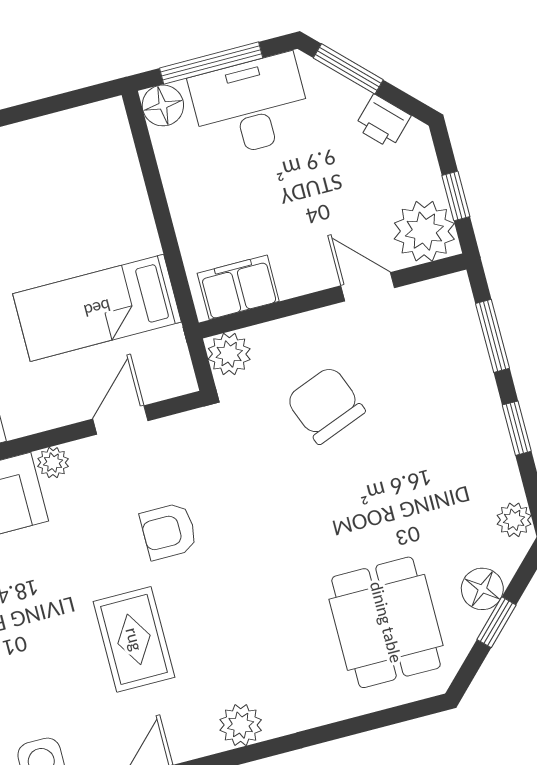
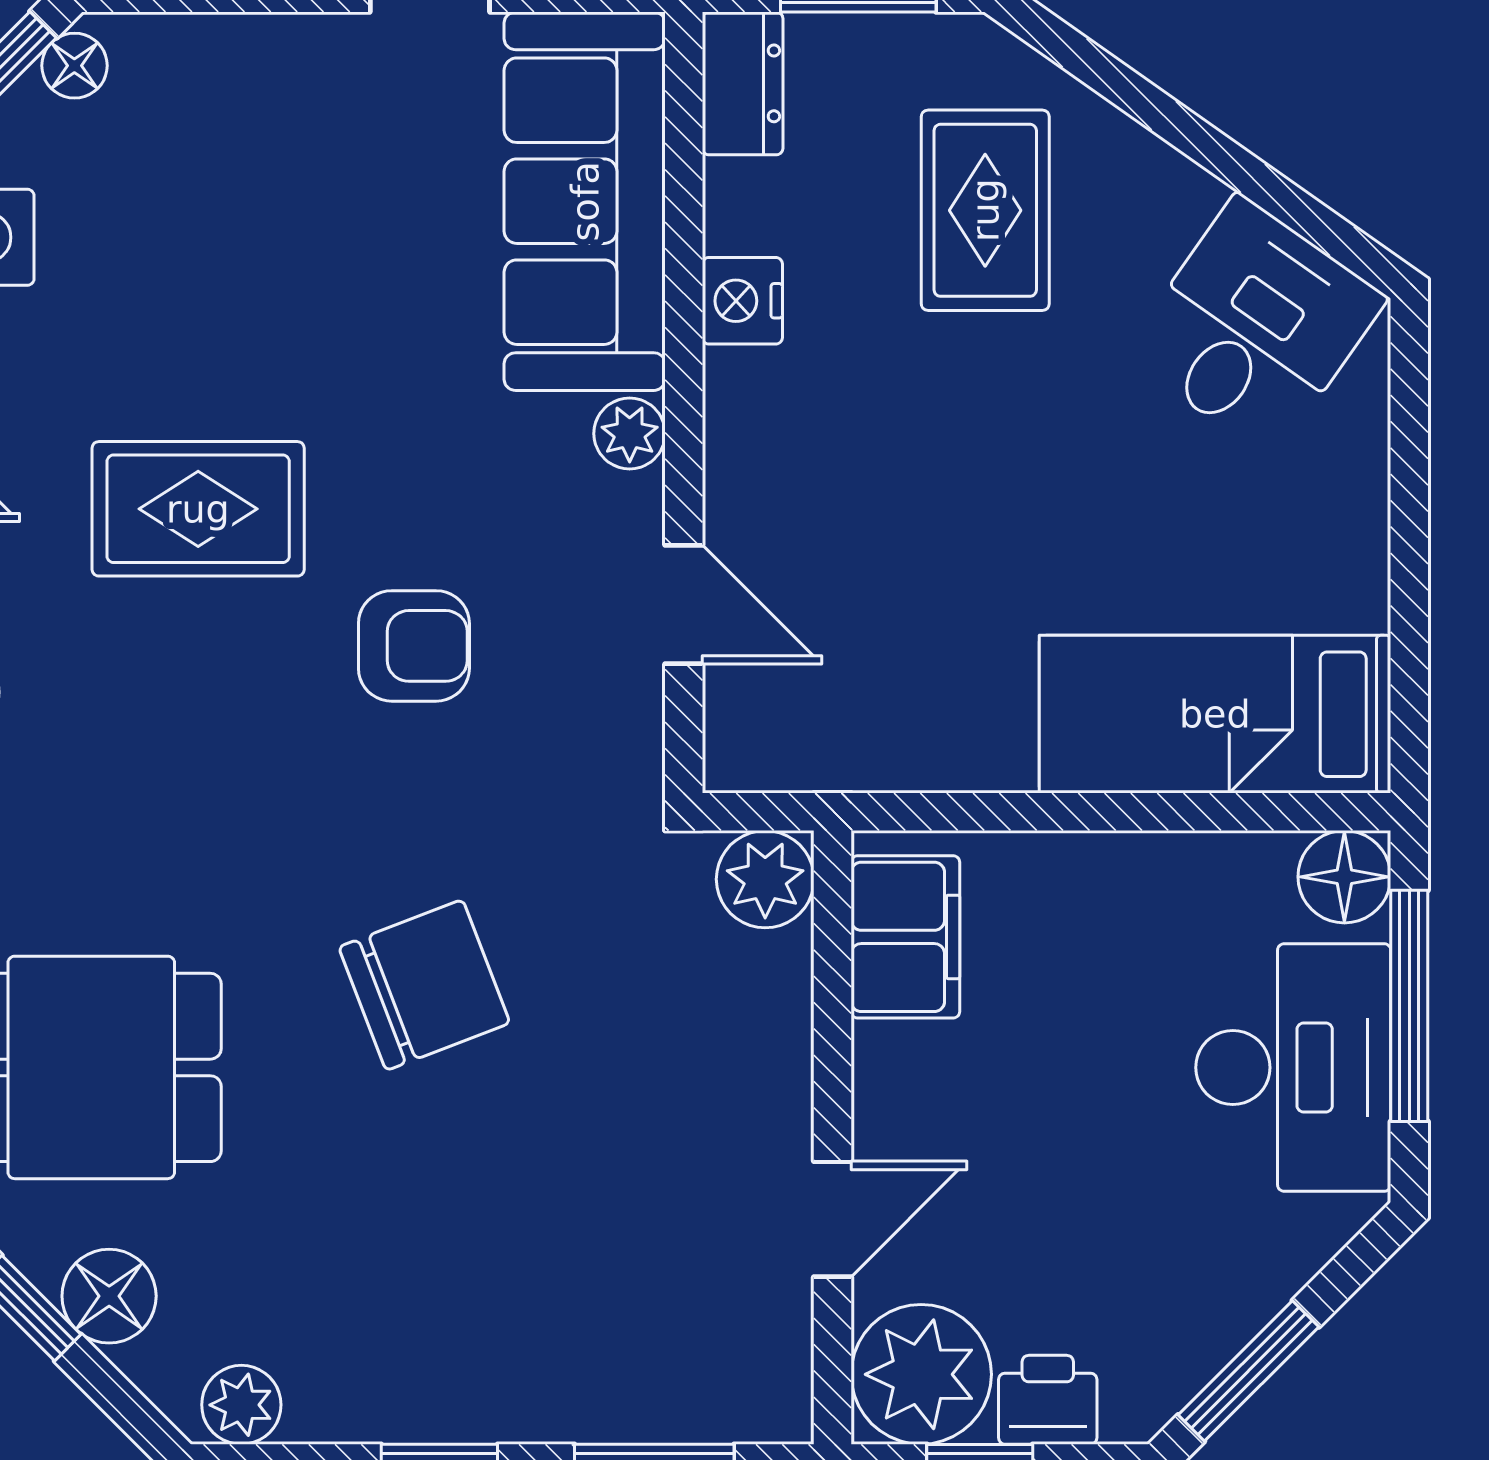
window: (348, 69) -> (1248, 1371), moved
printer: (383, 122) -> (1048, 1400), moved, turned 45
bed: (97, 308) -> (1215, 714), moved, turned -90
chair: (325, 405) -> (424, 985), moved
armchair: (169, 531) -> (414, 646), turned 90

